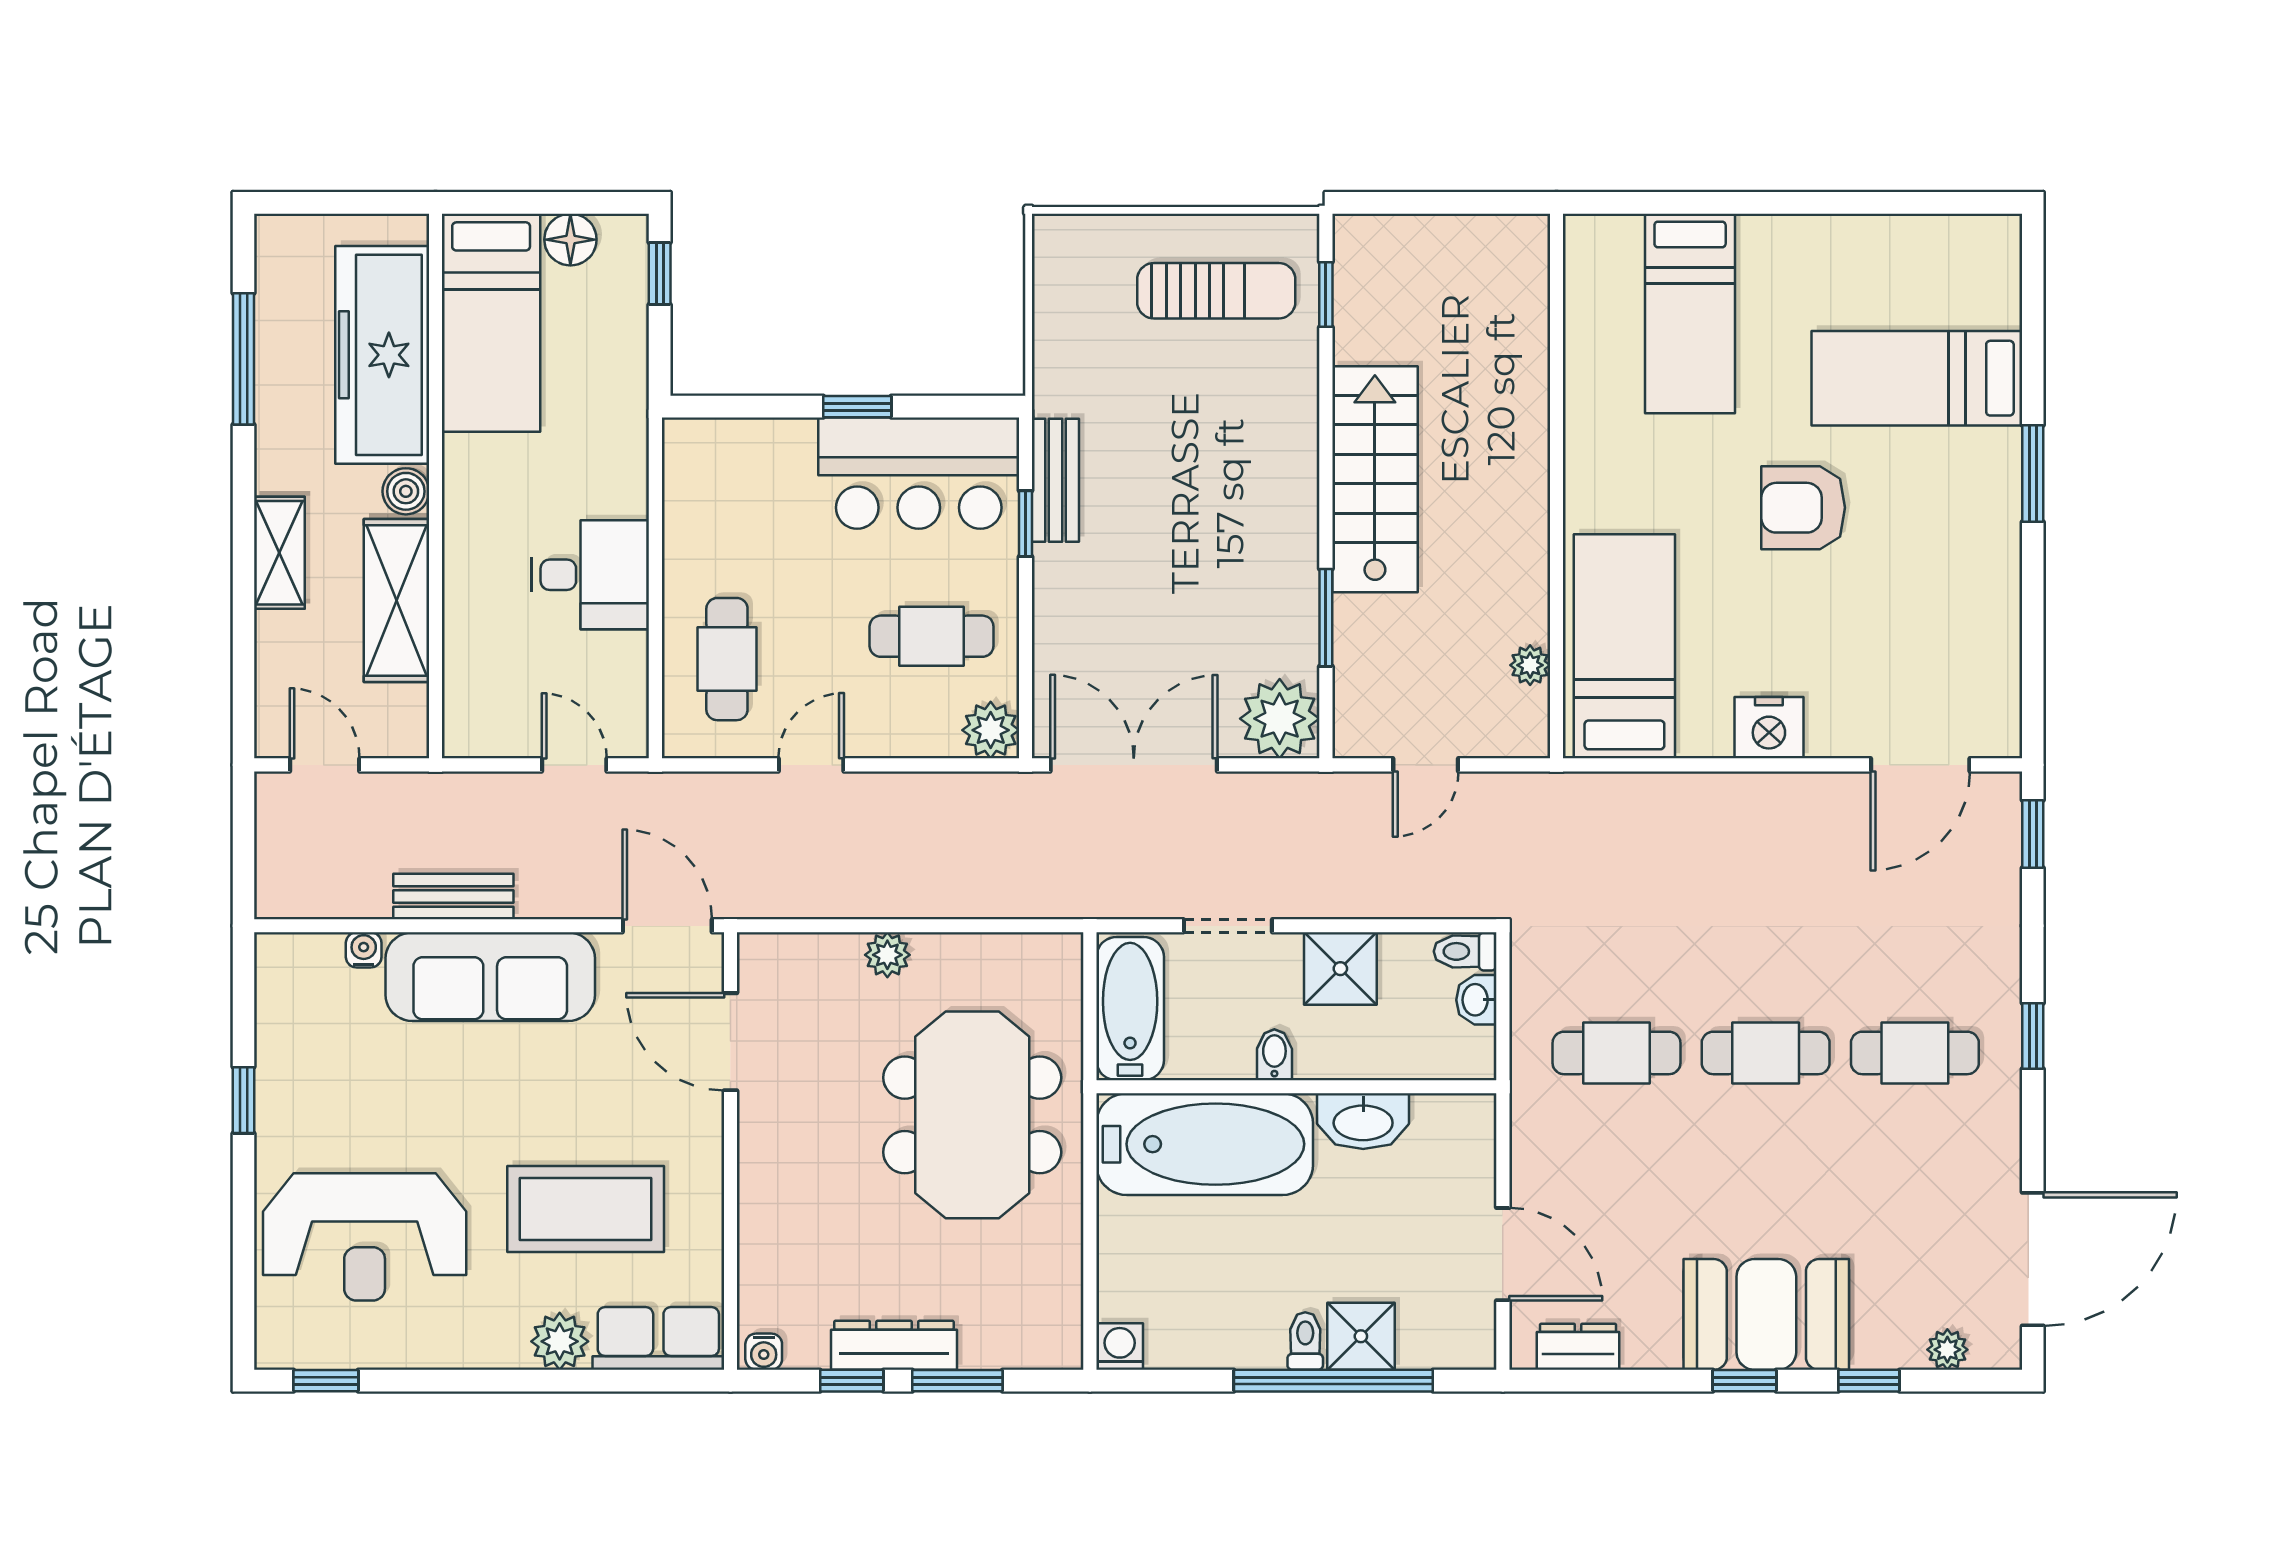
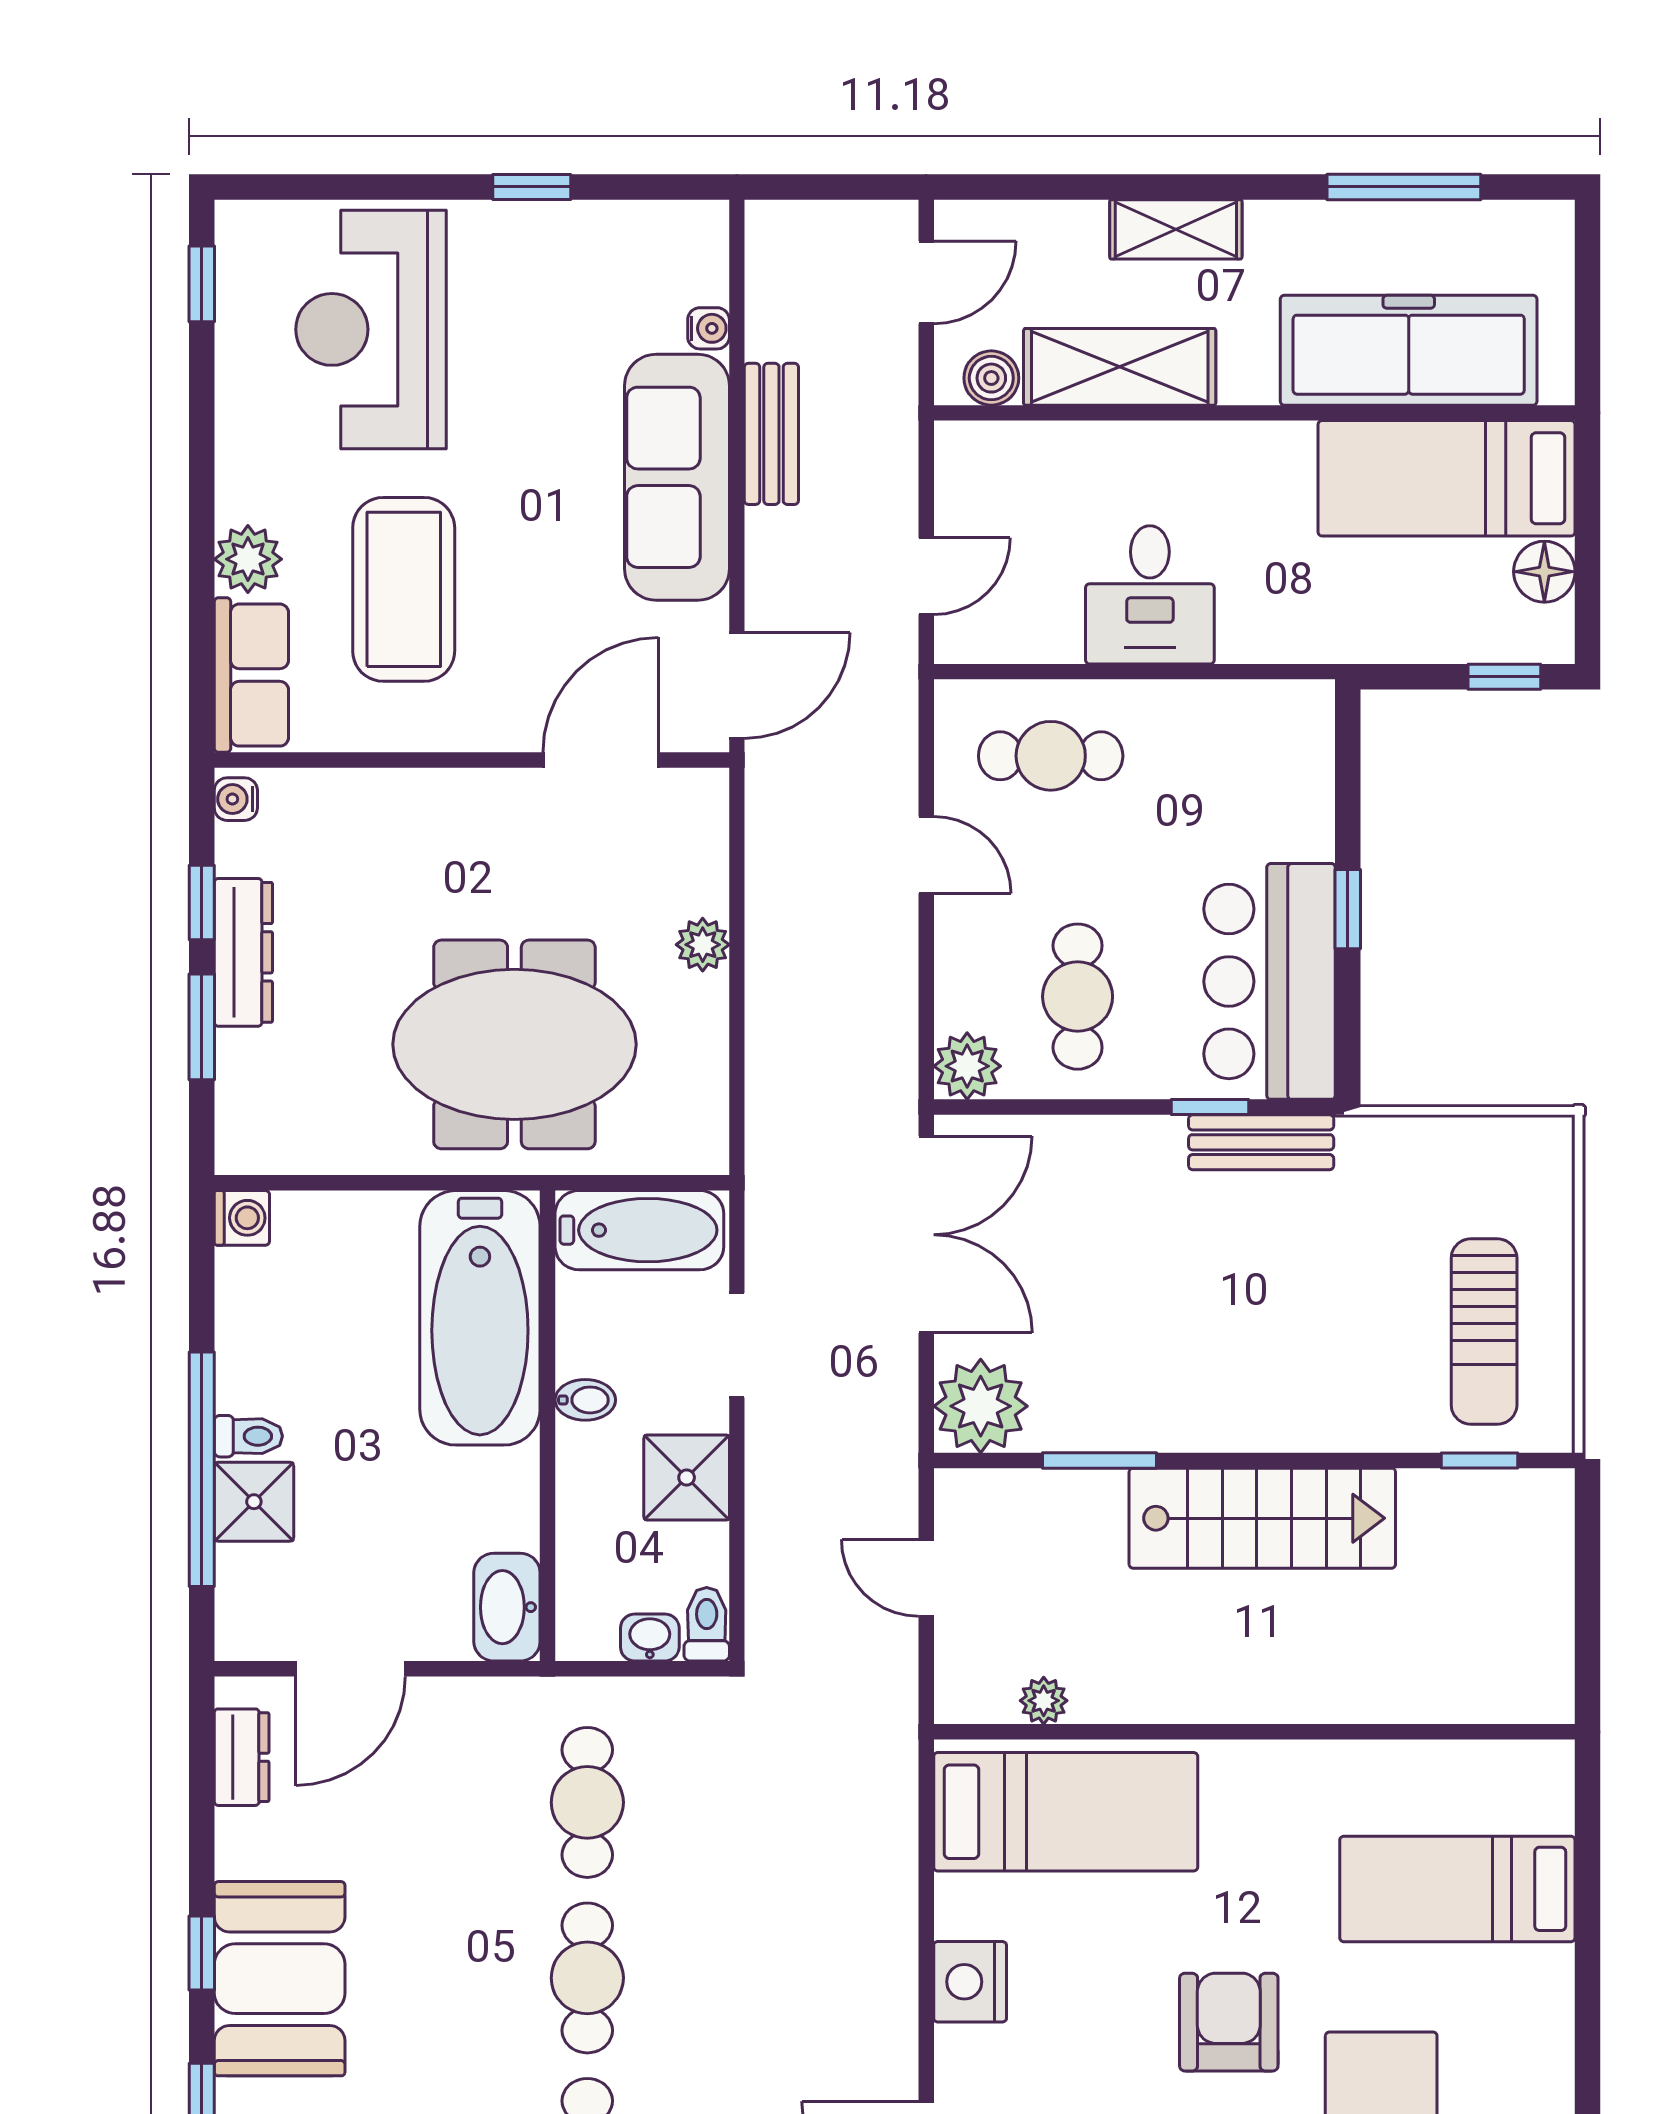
boiler: (406, 491) -> (991, 378), moved
washbasin: (1363, 1121) -> (507, 1607), moved

